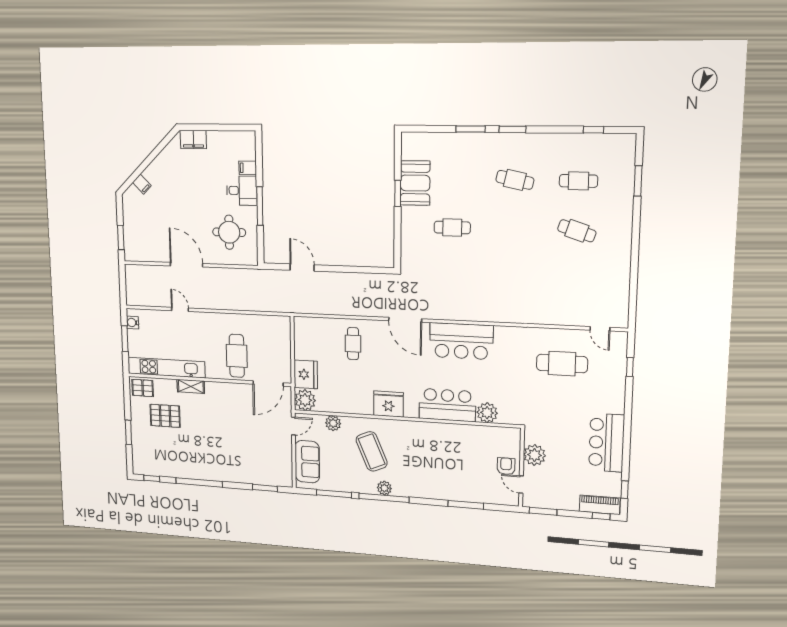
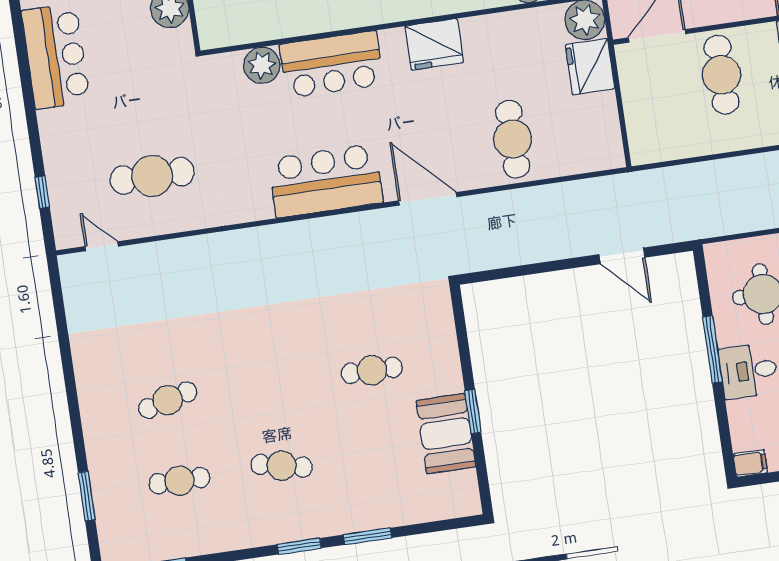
filing cabinet: (248, 168) -> (750, 463), moved
cafe table: (577, 231) -> (168, 400), turned -33
cafe table: (353, 344) -> (513, 139), width x1.37, depth x1.35

